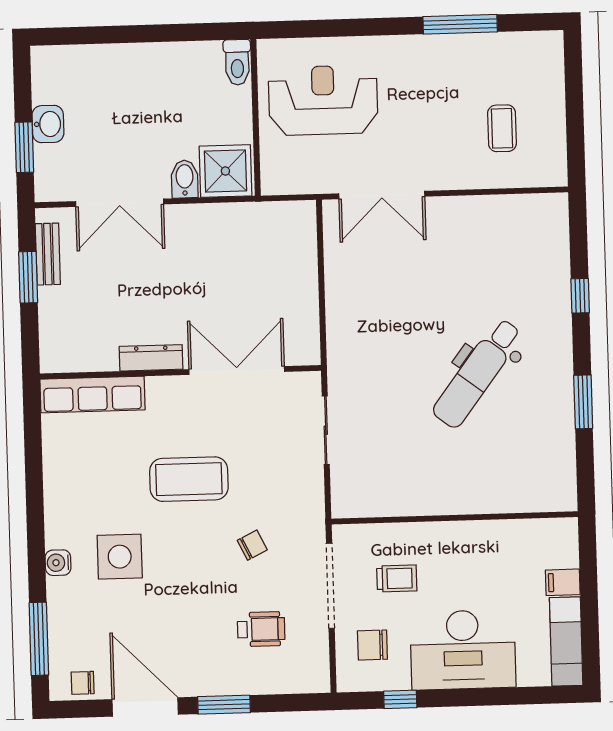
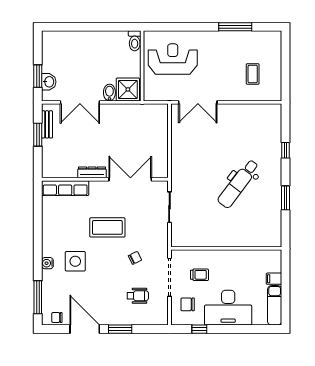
washbasin: (48, 124) -> (49, 82), moved

